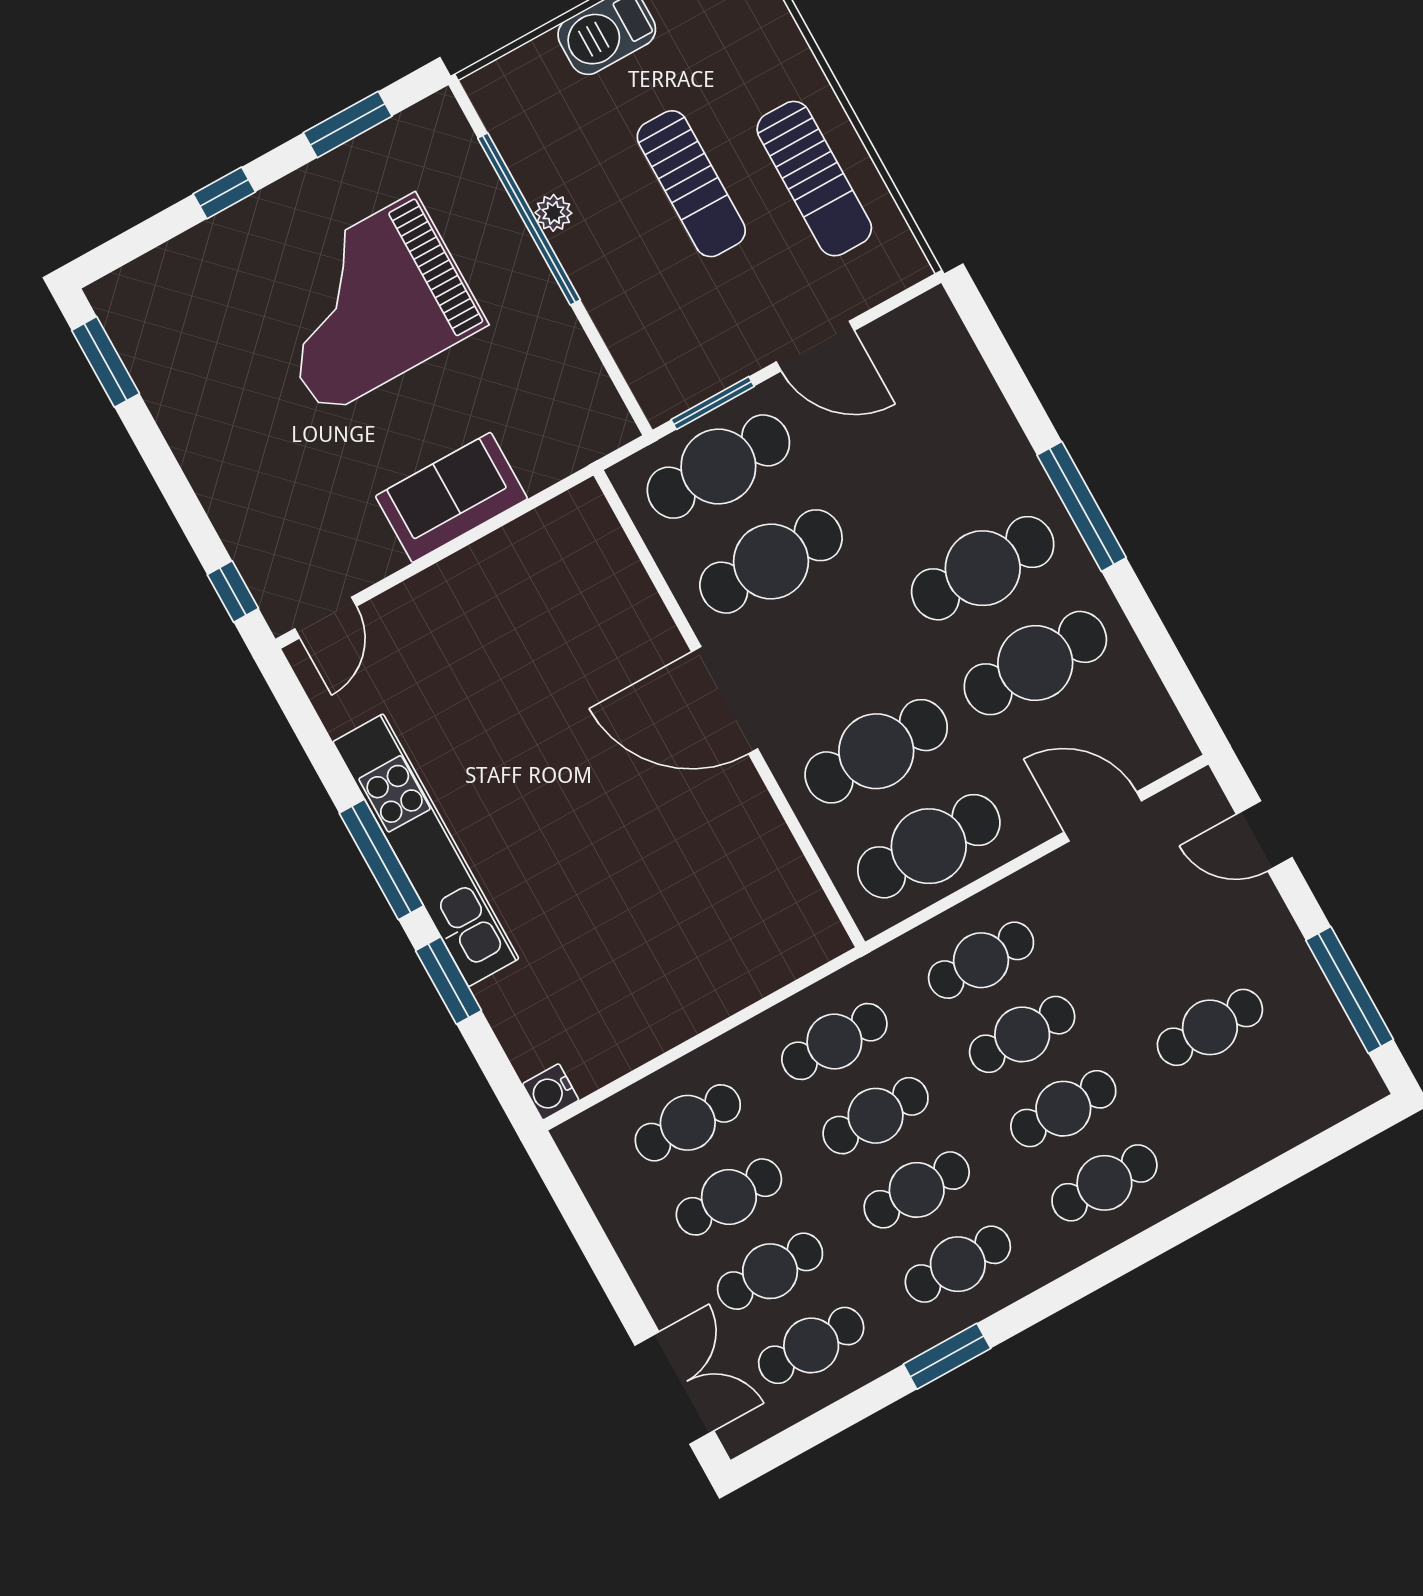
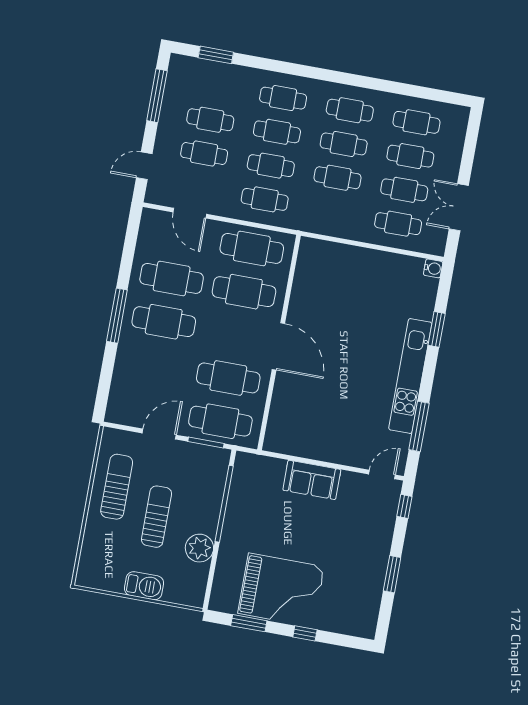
plant: (553, 213) -> (199, 548), width x1.88, depth x1.88
window: (529, 219) -> (224, 504), moved
grand piano: (369, 304) -> (281, 590), moved
door: (815, 346) -> (159, 434), hinge flipped
window: (106, 362) -> (392, 574), moved
door: (1264, 836) -> (144, 166), swing flipped
window: (381, 859) -> (419, 426), moved
cafe table: (834, 1041) -> (204, 153), moved
window: (947, 1356) -> (216, 55), moved
double door: (674, 1388) -> (459, 207), moved

